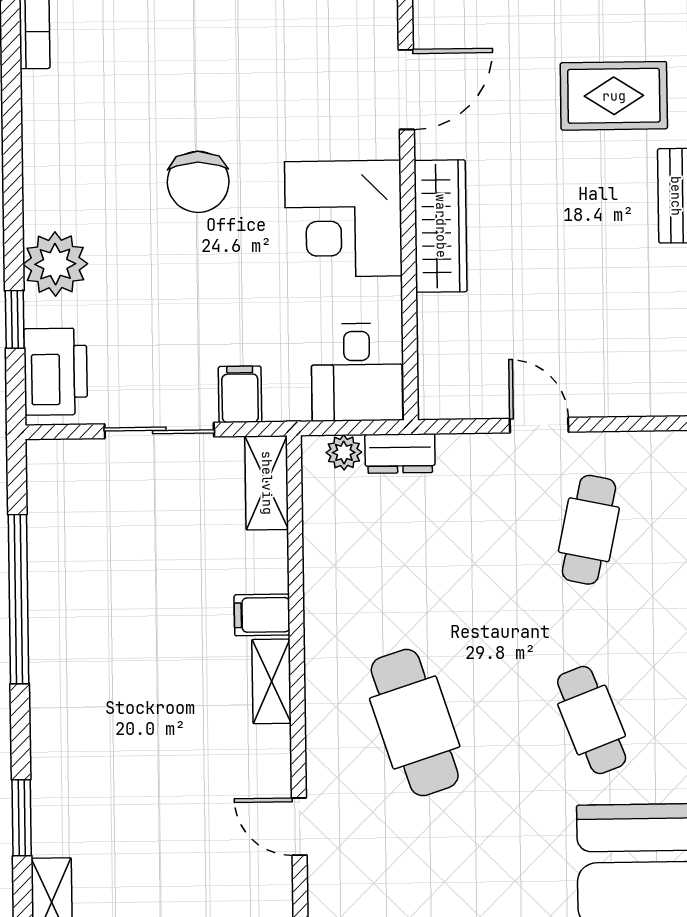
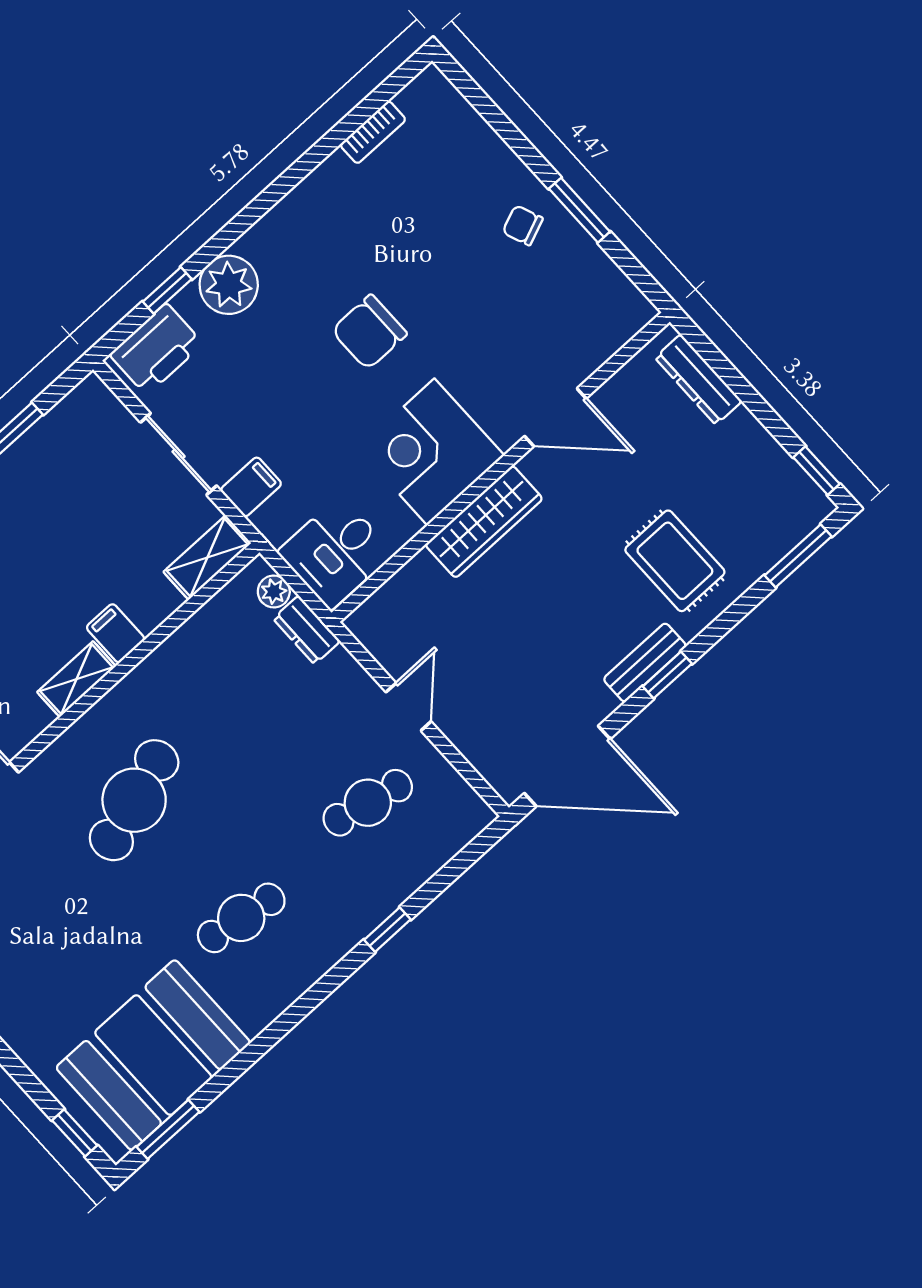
cafe table: (592, 720) -> (241, 918), turned 30

